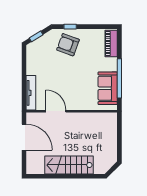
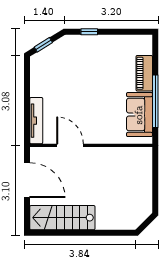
piano: (111, 43) -> (144, 73), moved
armchair: (68, 45) -> (86, 56), removed
stairs: (69, 165) -> (62, 218), moved

